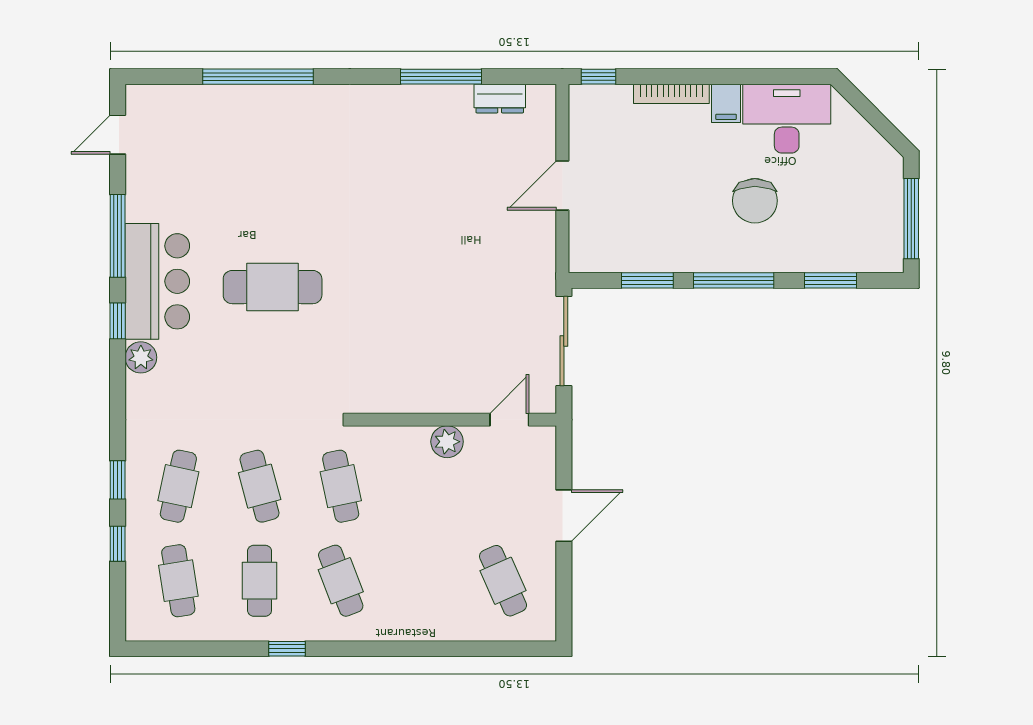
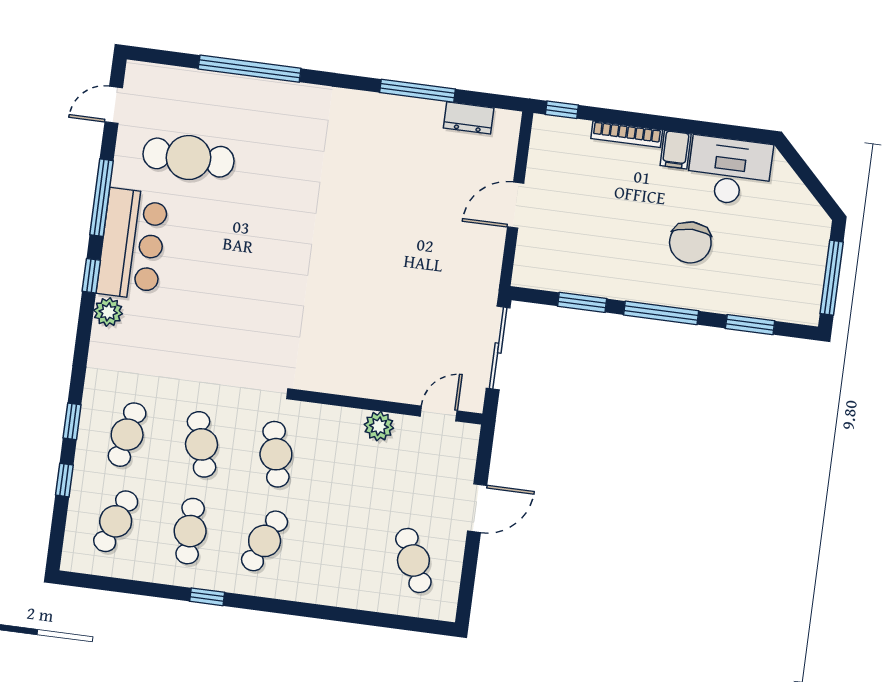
cafe table: (273, 287) -> (188, 158), moved
cafe table: (178, 581) -> (116, 521), turned 30
cafe table: (341, 581) -> (265, 541), turned 45

